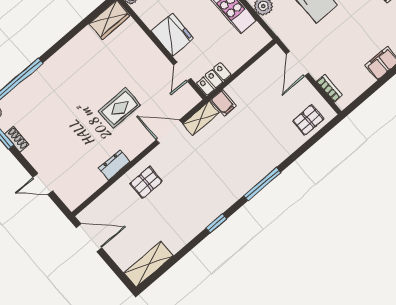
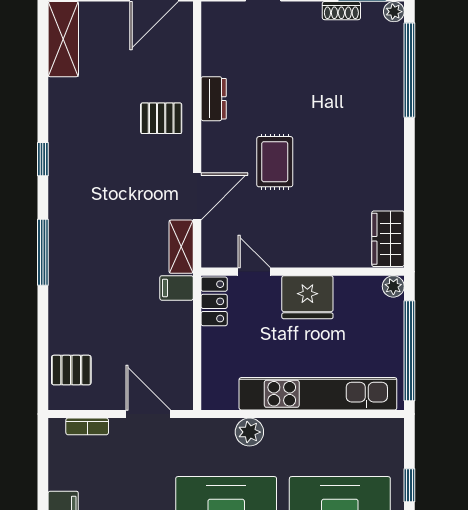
pallet: (308, 120) -> (71, 370), turned 90
pallet: (146, 182) -> (161, 118), turned 90

